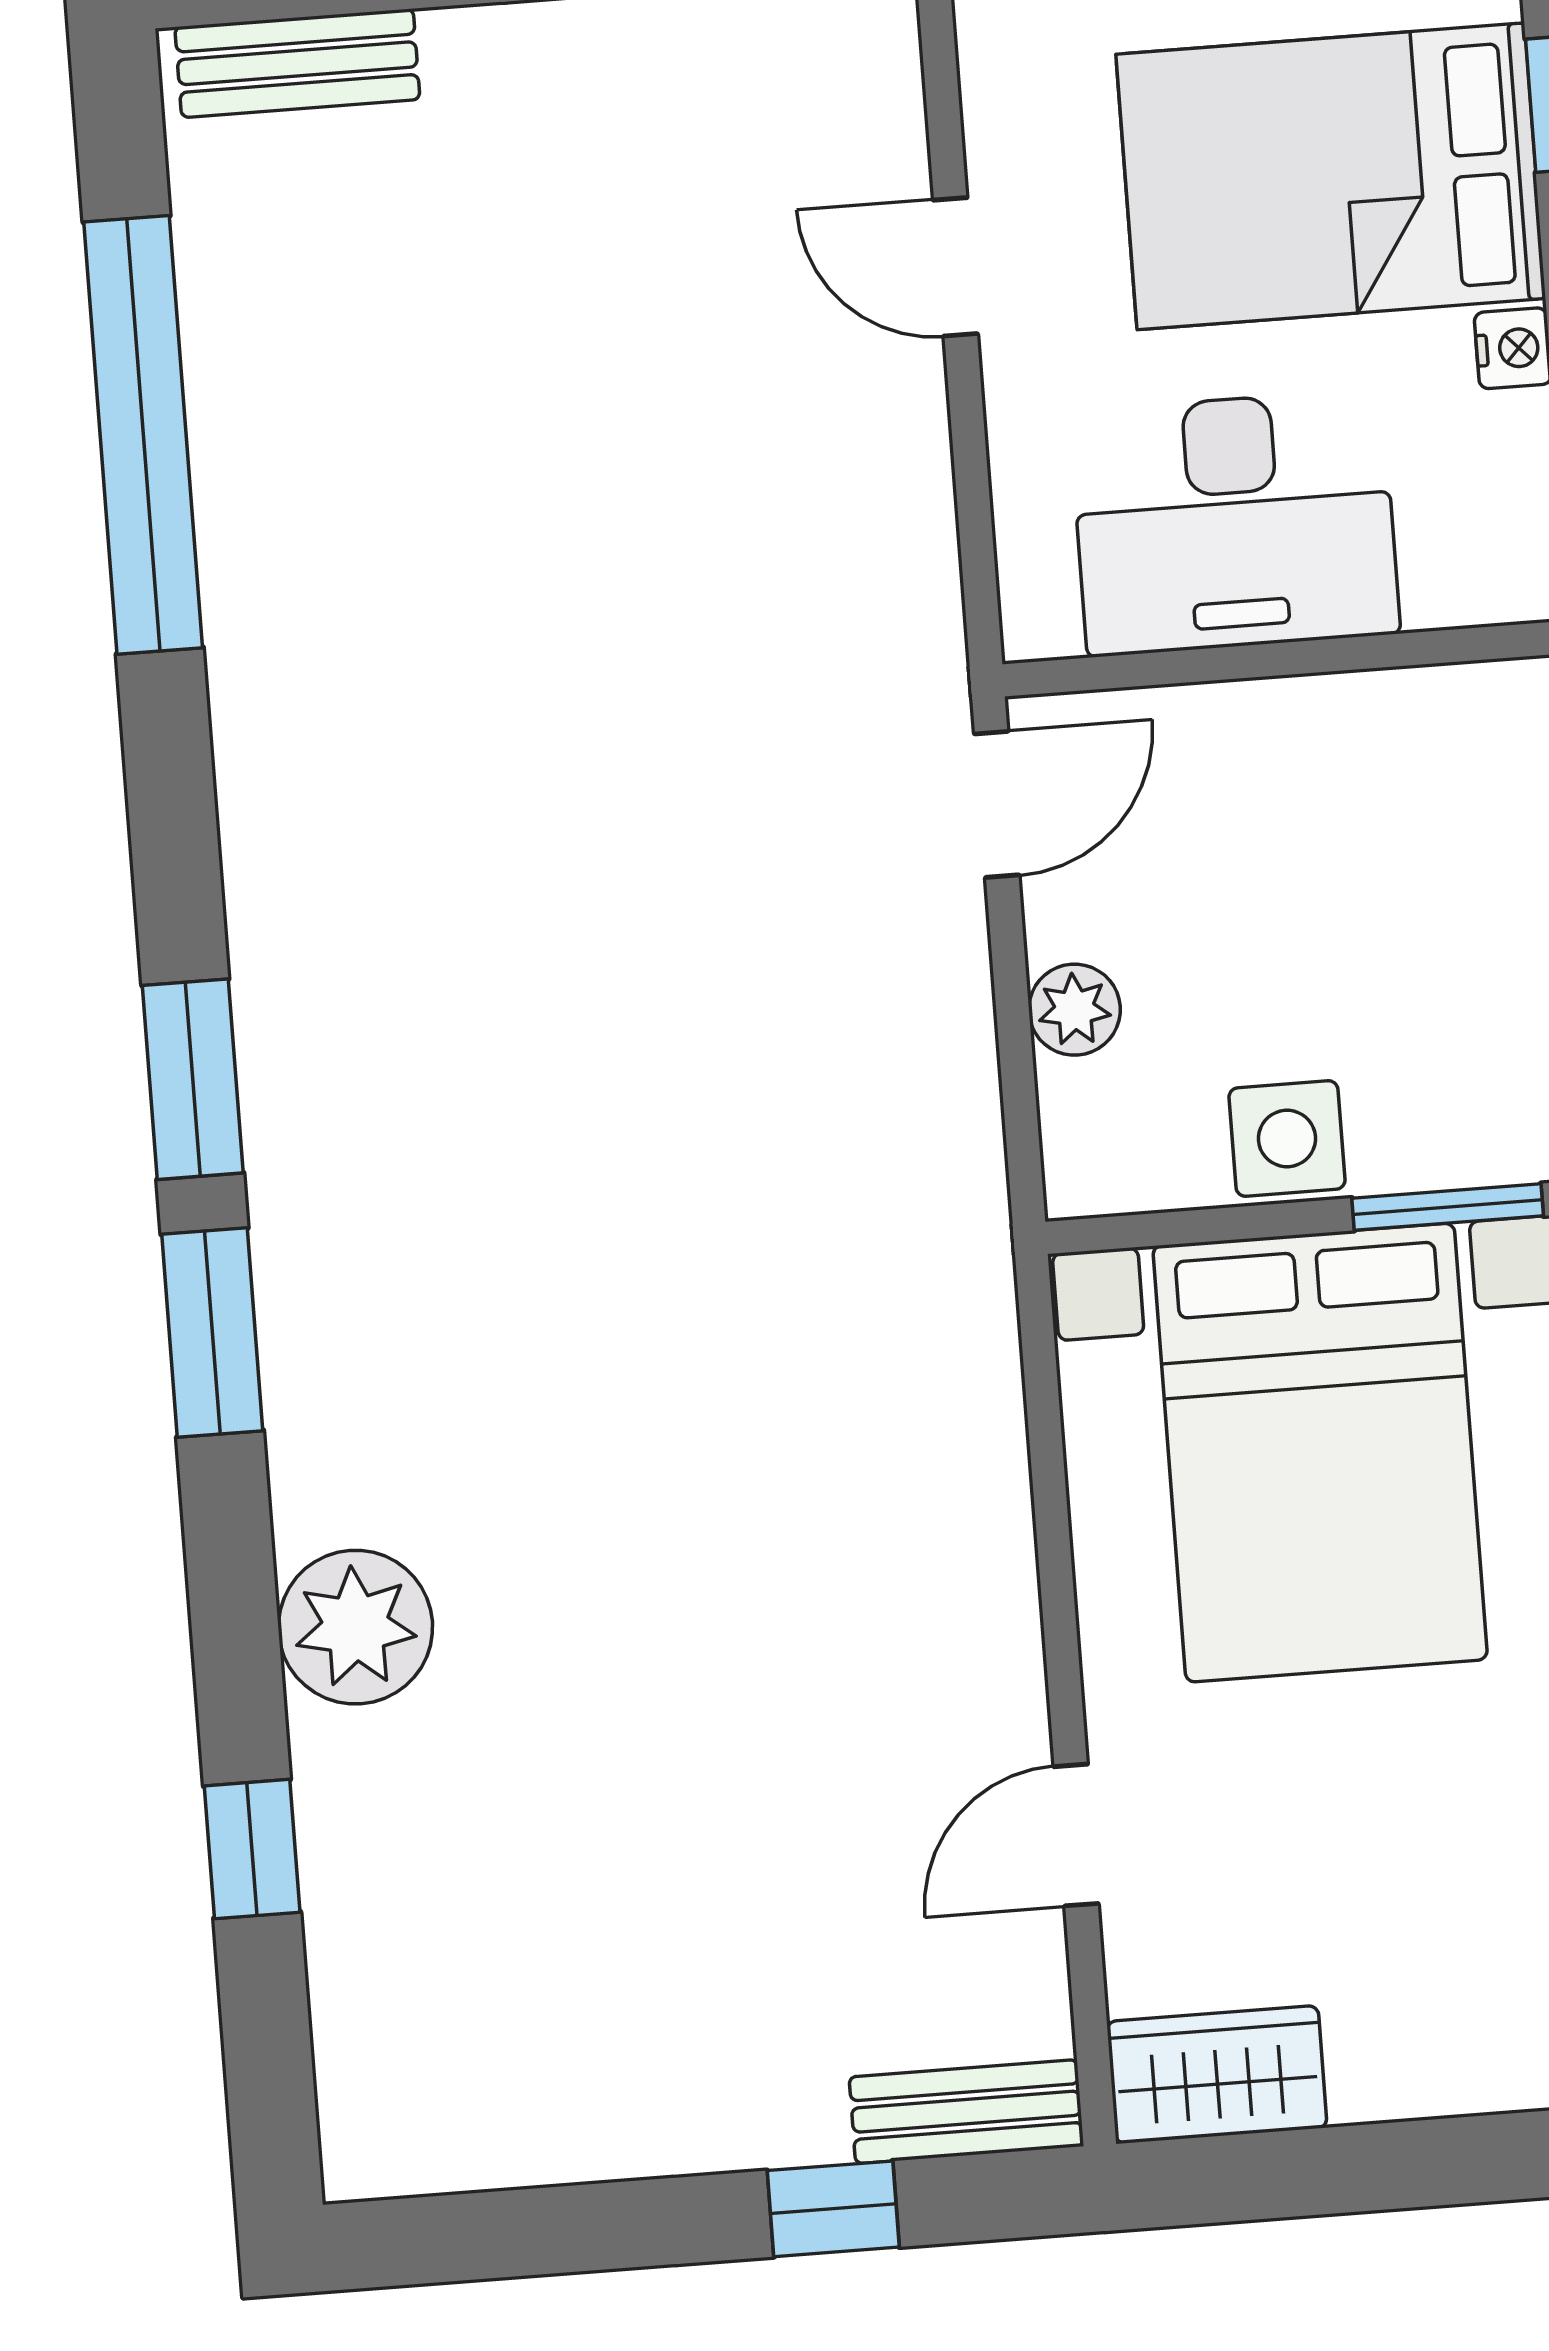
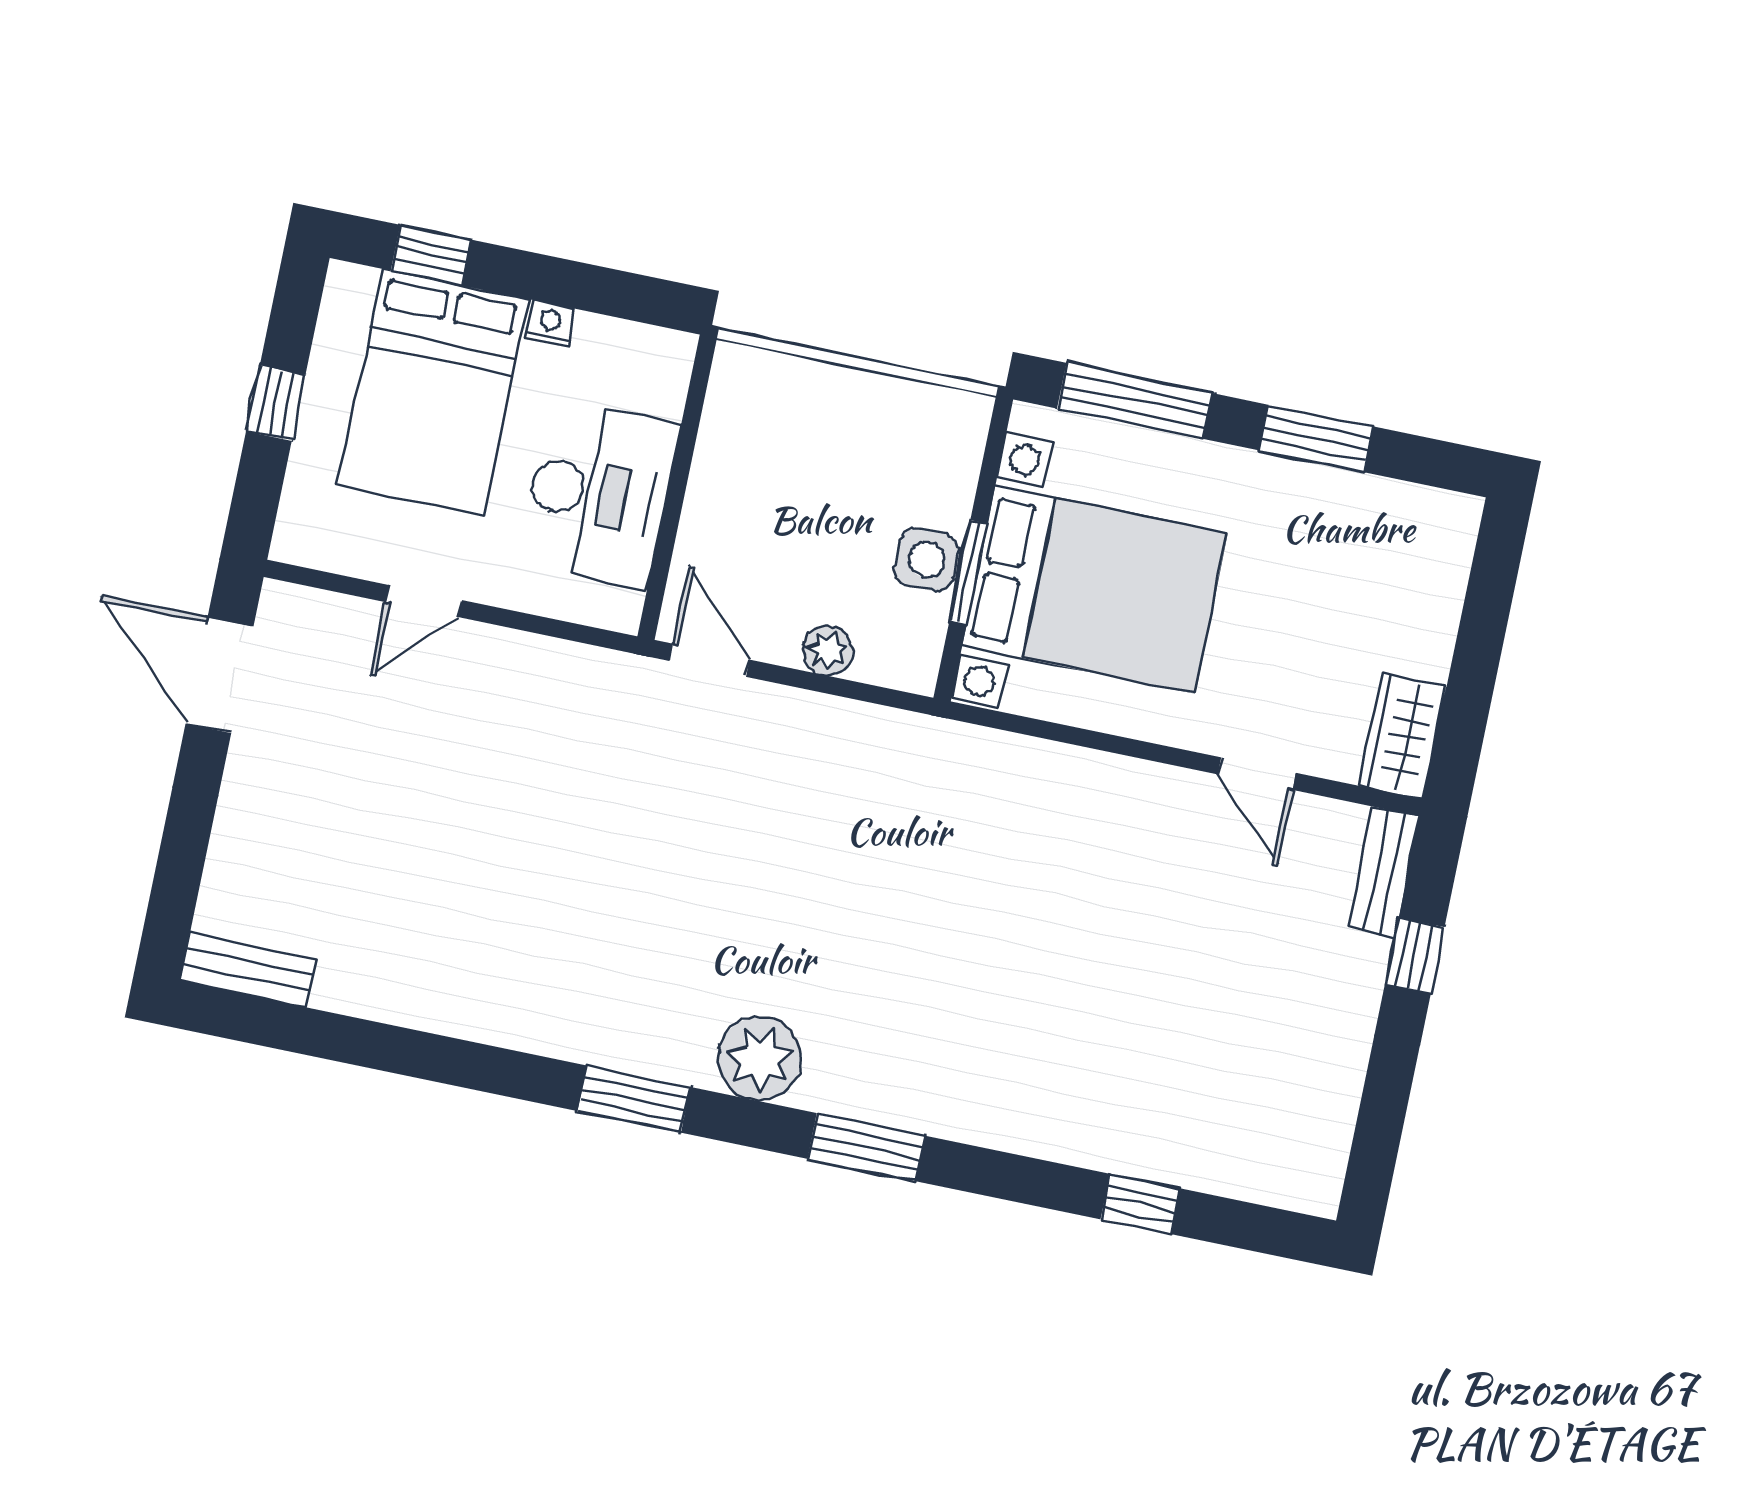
bench: (297, 63) -> (248, 970), moved, turned 90
window: (143, 435) -> (389, 1048), removed
window: (193, 1079) -> (634, 1099), moved
window: (1448, 1207) -> (968, 572), moved
plant: (355, 1627) -> (760, 1059), moved

